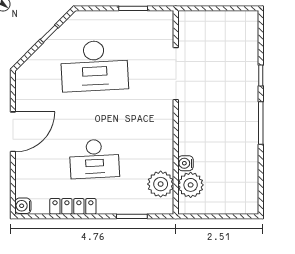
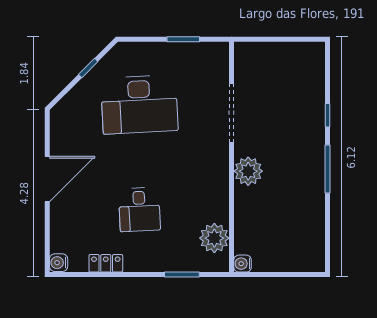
desk: (94, 159) -> (139, 209), width x0.73
water cooler: (186, 163) -> (243, 264), moved
plant: (191, 185) -> (248, 171), moved
locker: (73, 206) -> (106, 263), width x0.66

